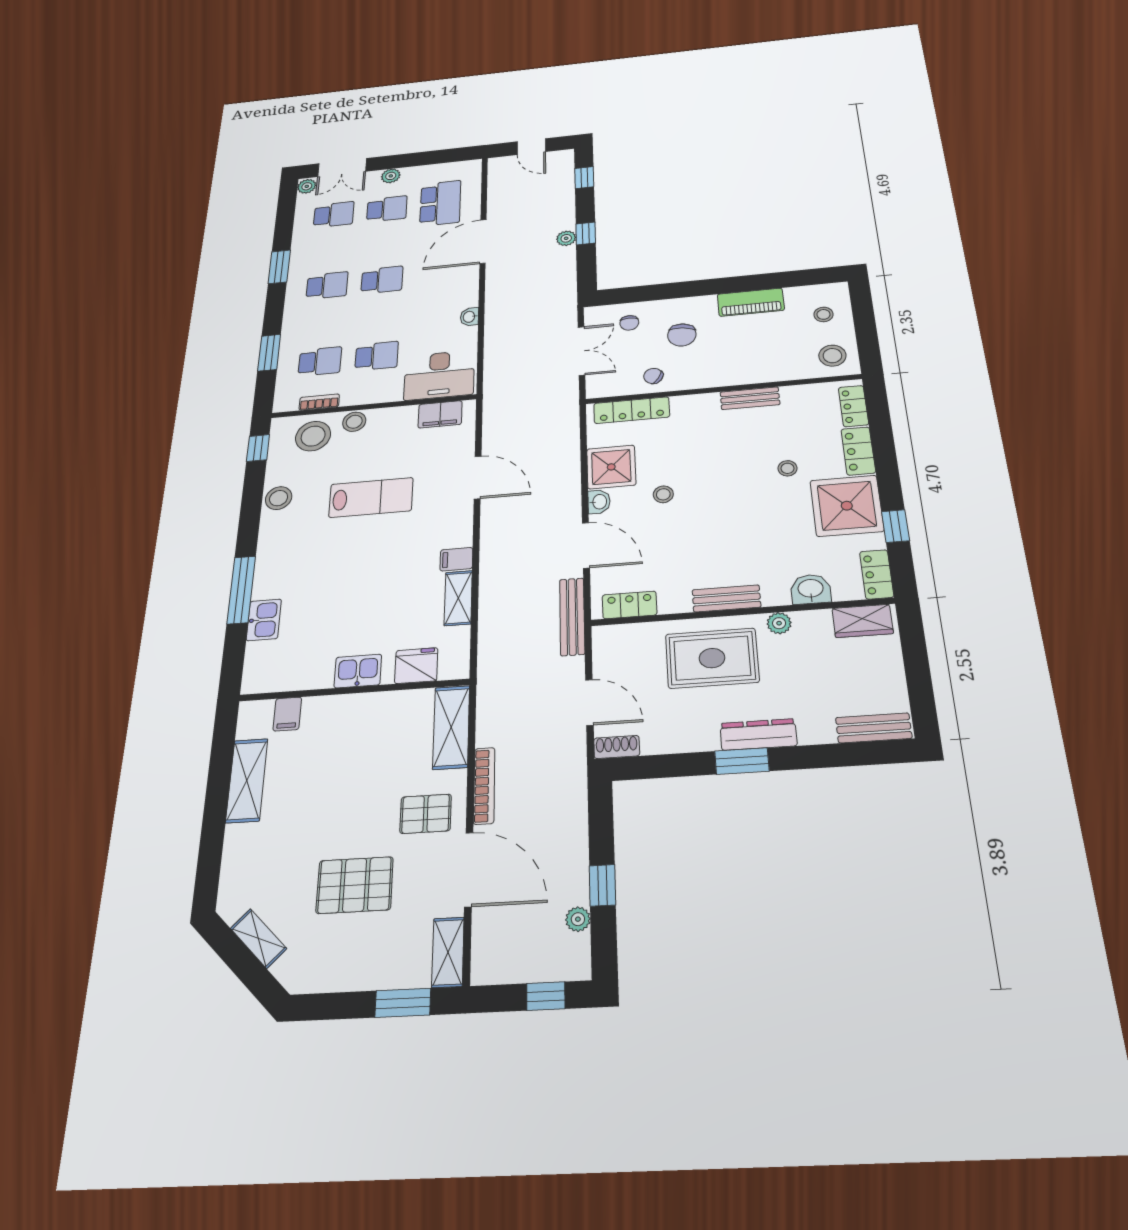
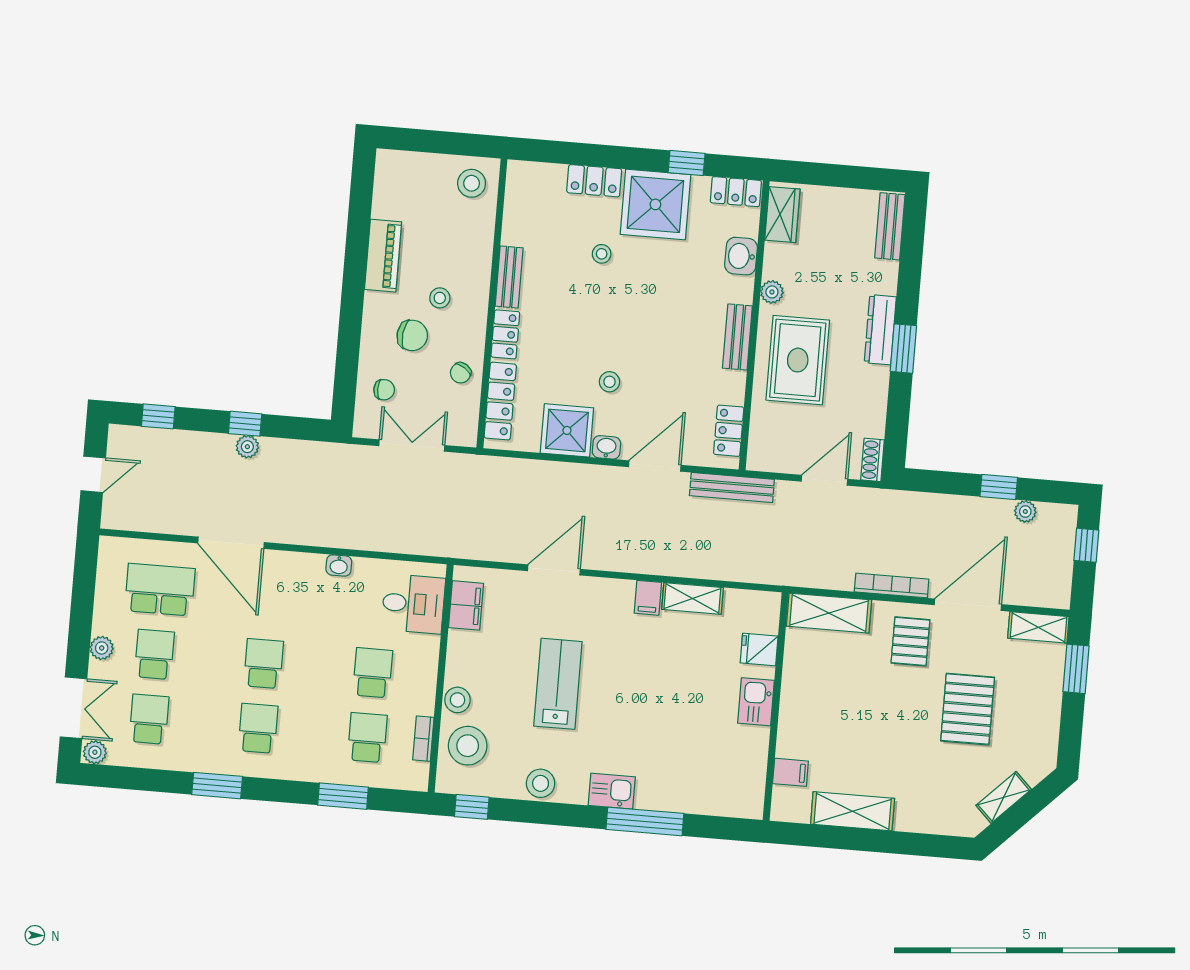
stool: (823, 314) -> (440, 298), moved
desk: (439, 375) -> (413, 604), width x0.73
locker: (853, 406) -> (505, 334), moved, turned -90
kitchen sink: (264, 620) -> (612, 791), moved
fridge: (416, 666) -> (759, 650), width x0.72

